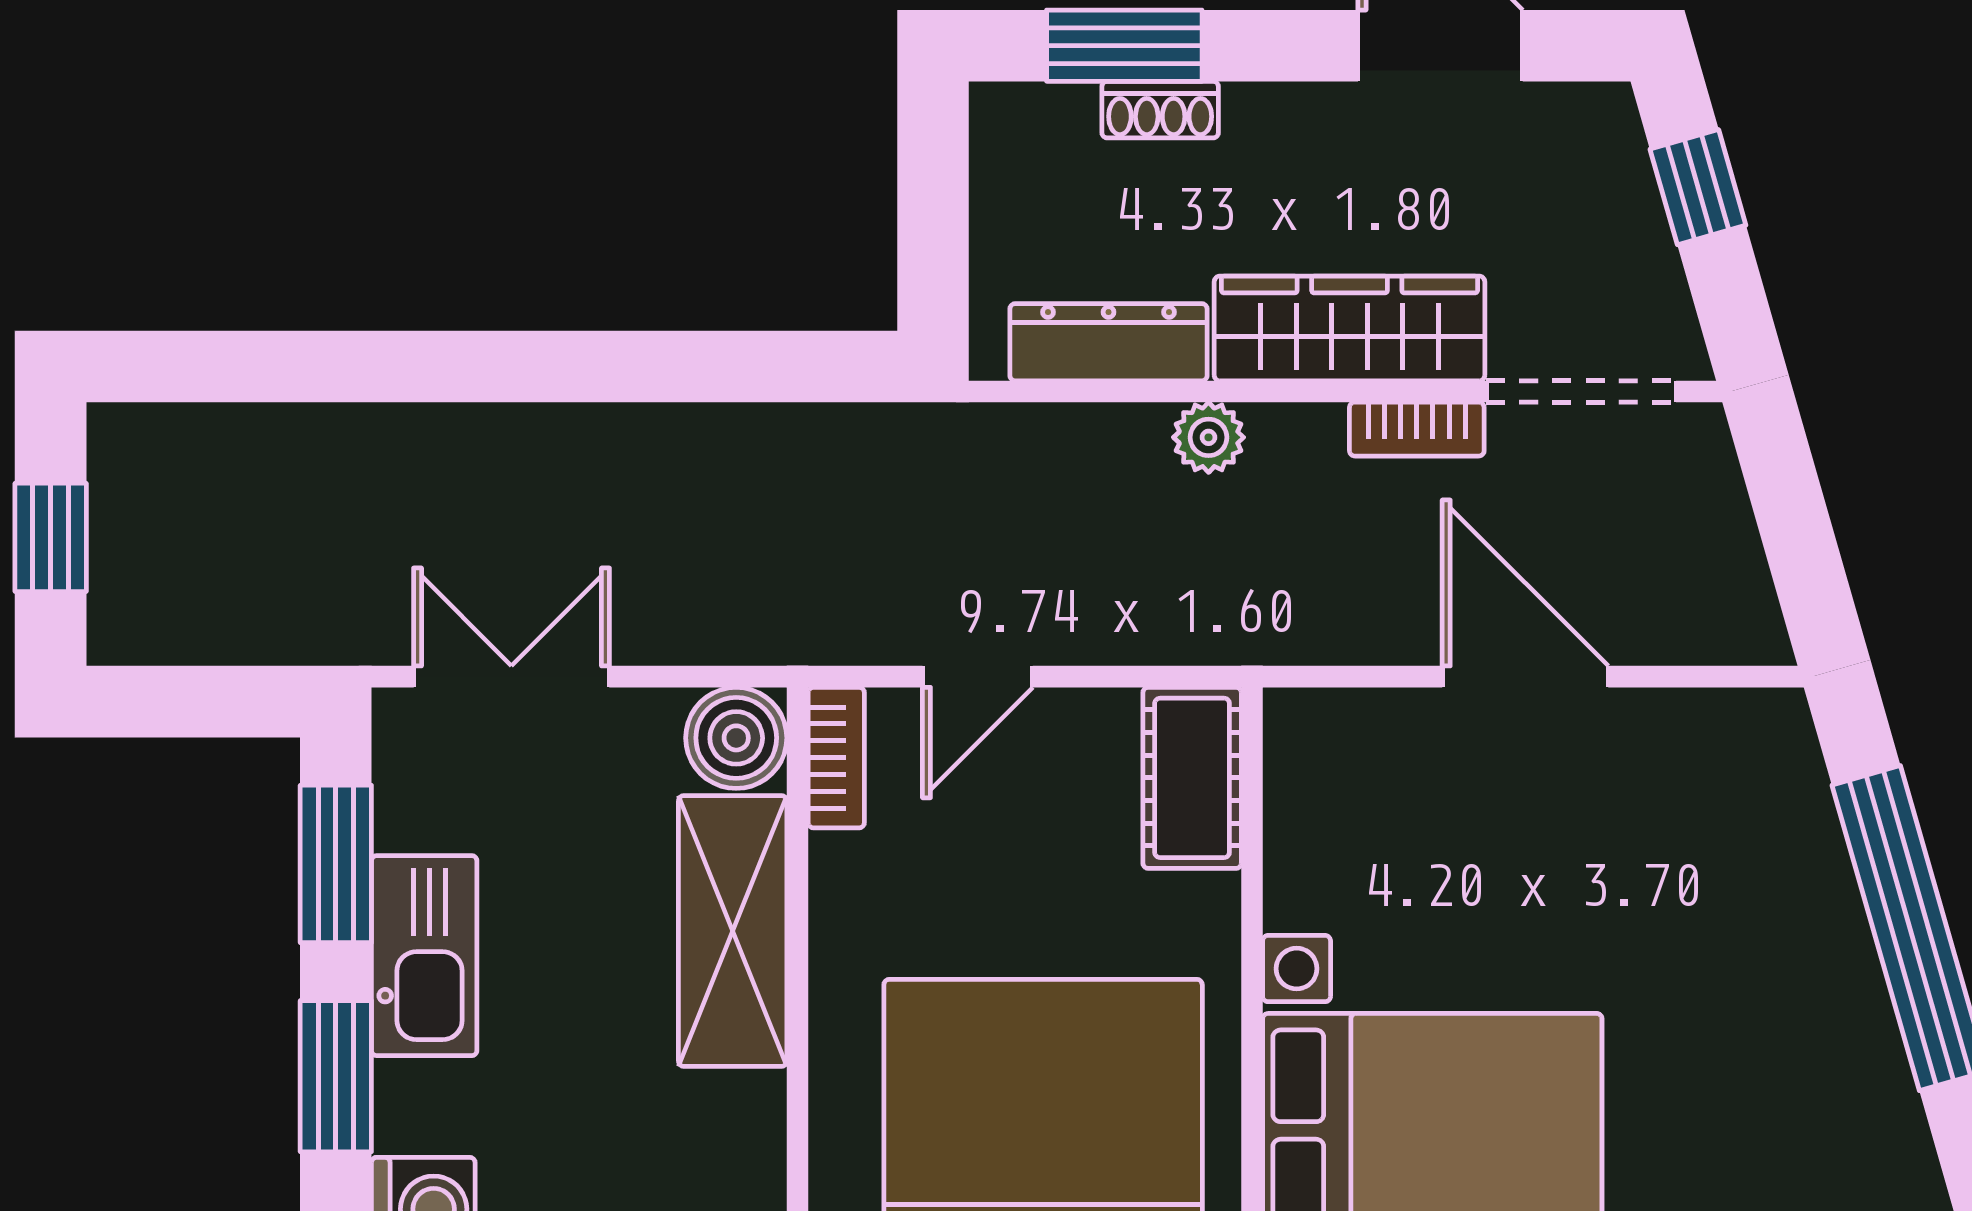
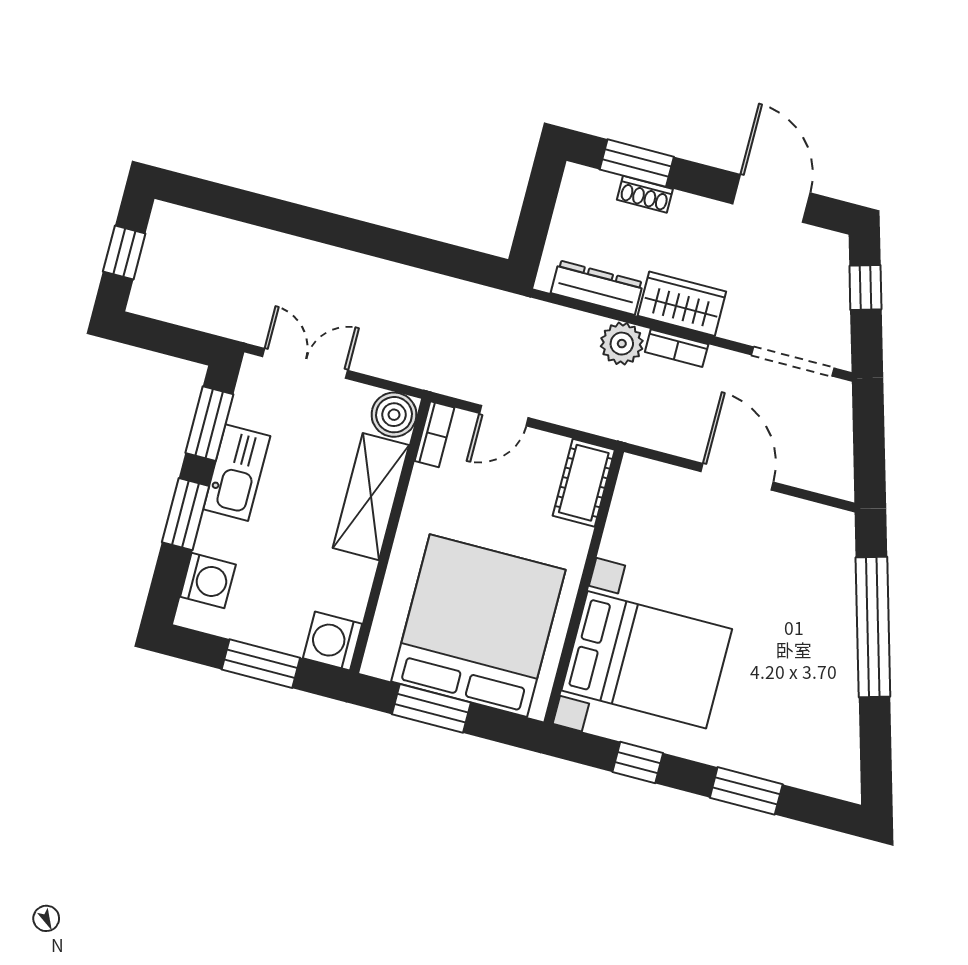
wardrobe: (1350, 328) -> (682, 304), width x0.67
bookcase: (1417, 429) -> (677, 348), moved
plant: (1209, 437) -> (622, 344), width x1.38, depth x1.38

